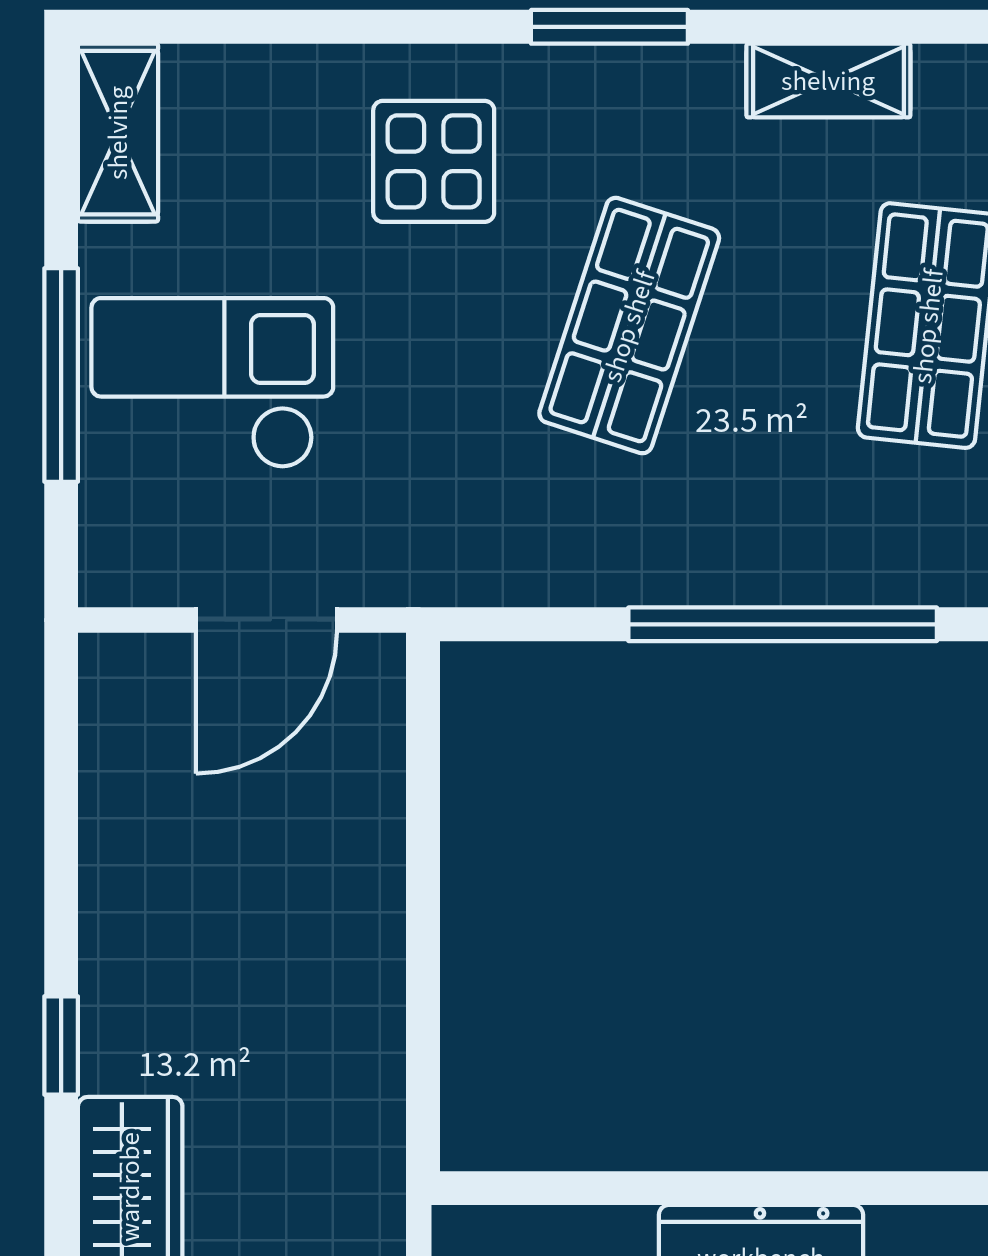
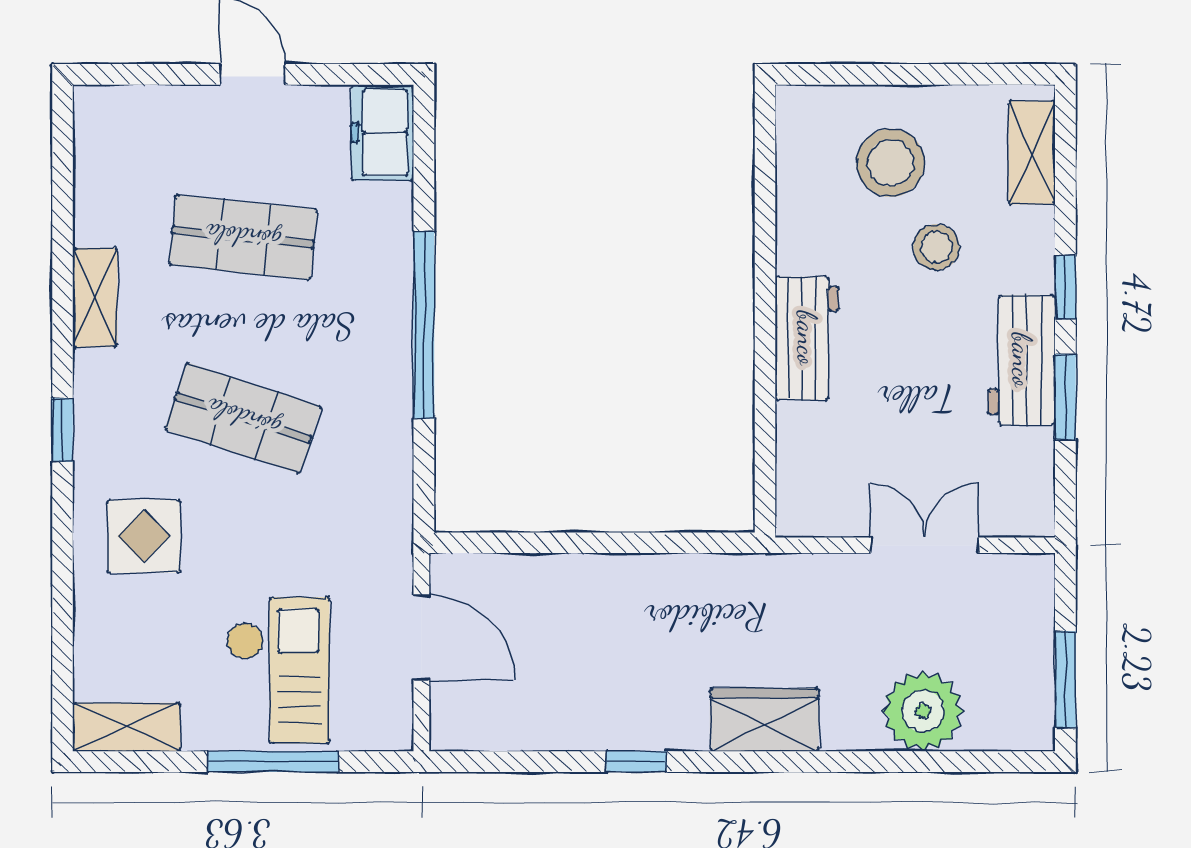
window: (609, 27) -> (62, 430), width x0.67
checkout: (212, 383) -> (278, 670), turned 180
window: (61, 1045) -> (636, 762), moved

